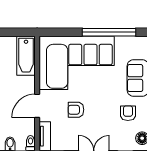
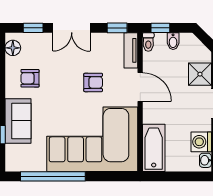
door: (37, 106) -> (140, 87), hinge flipped
armchair: (128, 113) -> (30, 78), turned 90

